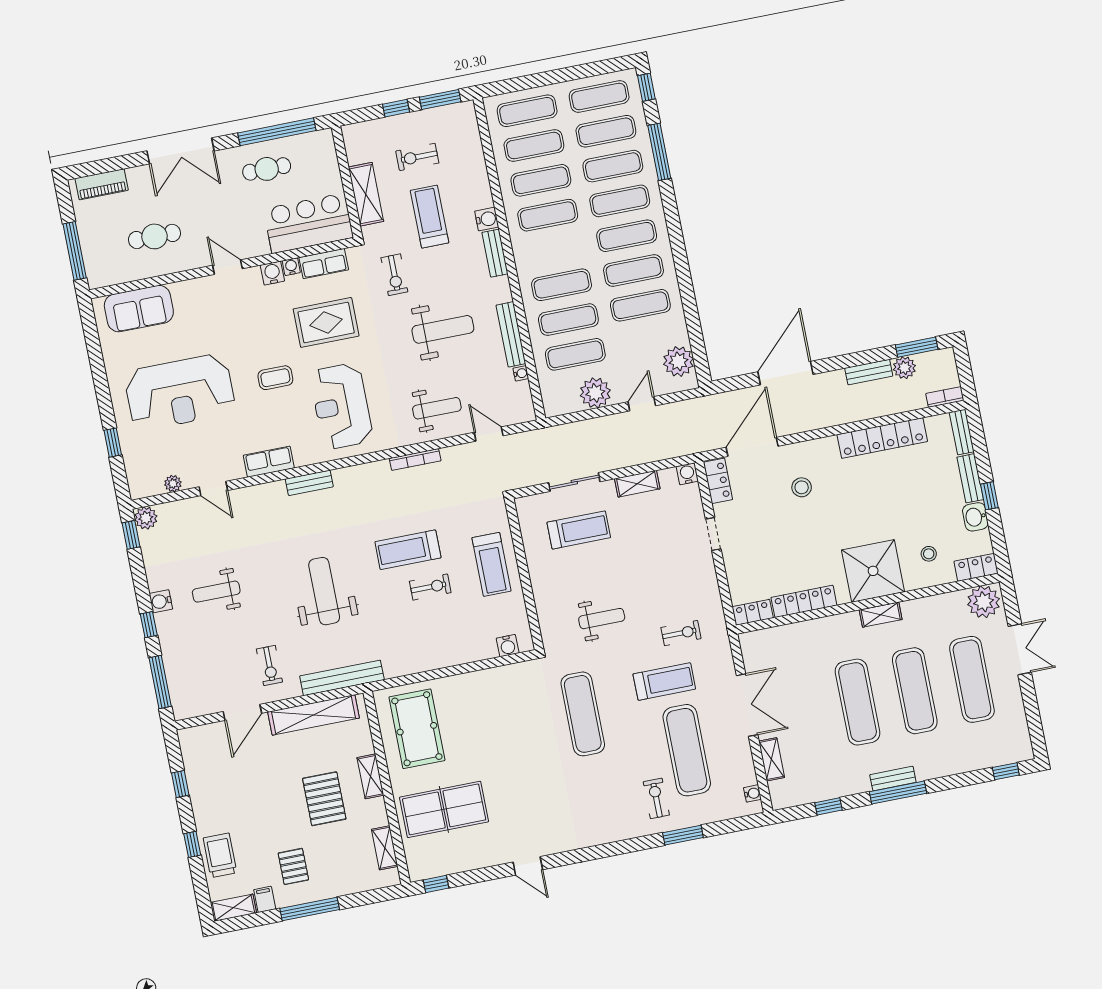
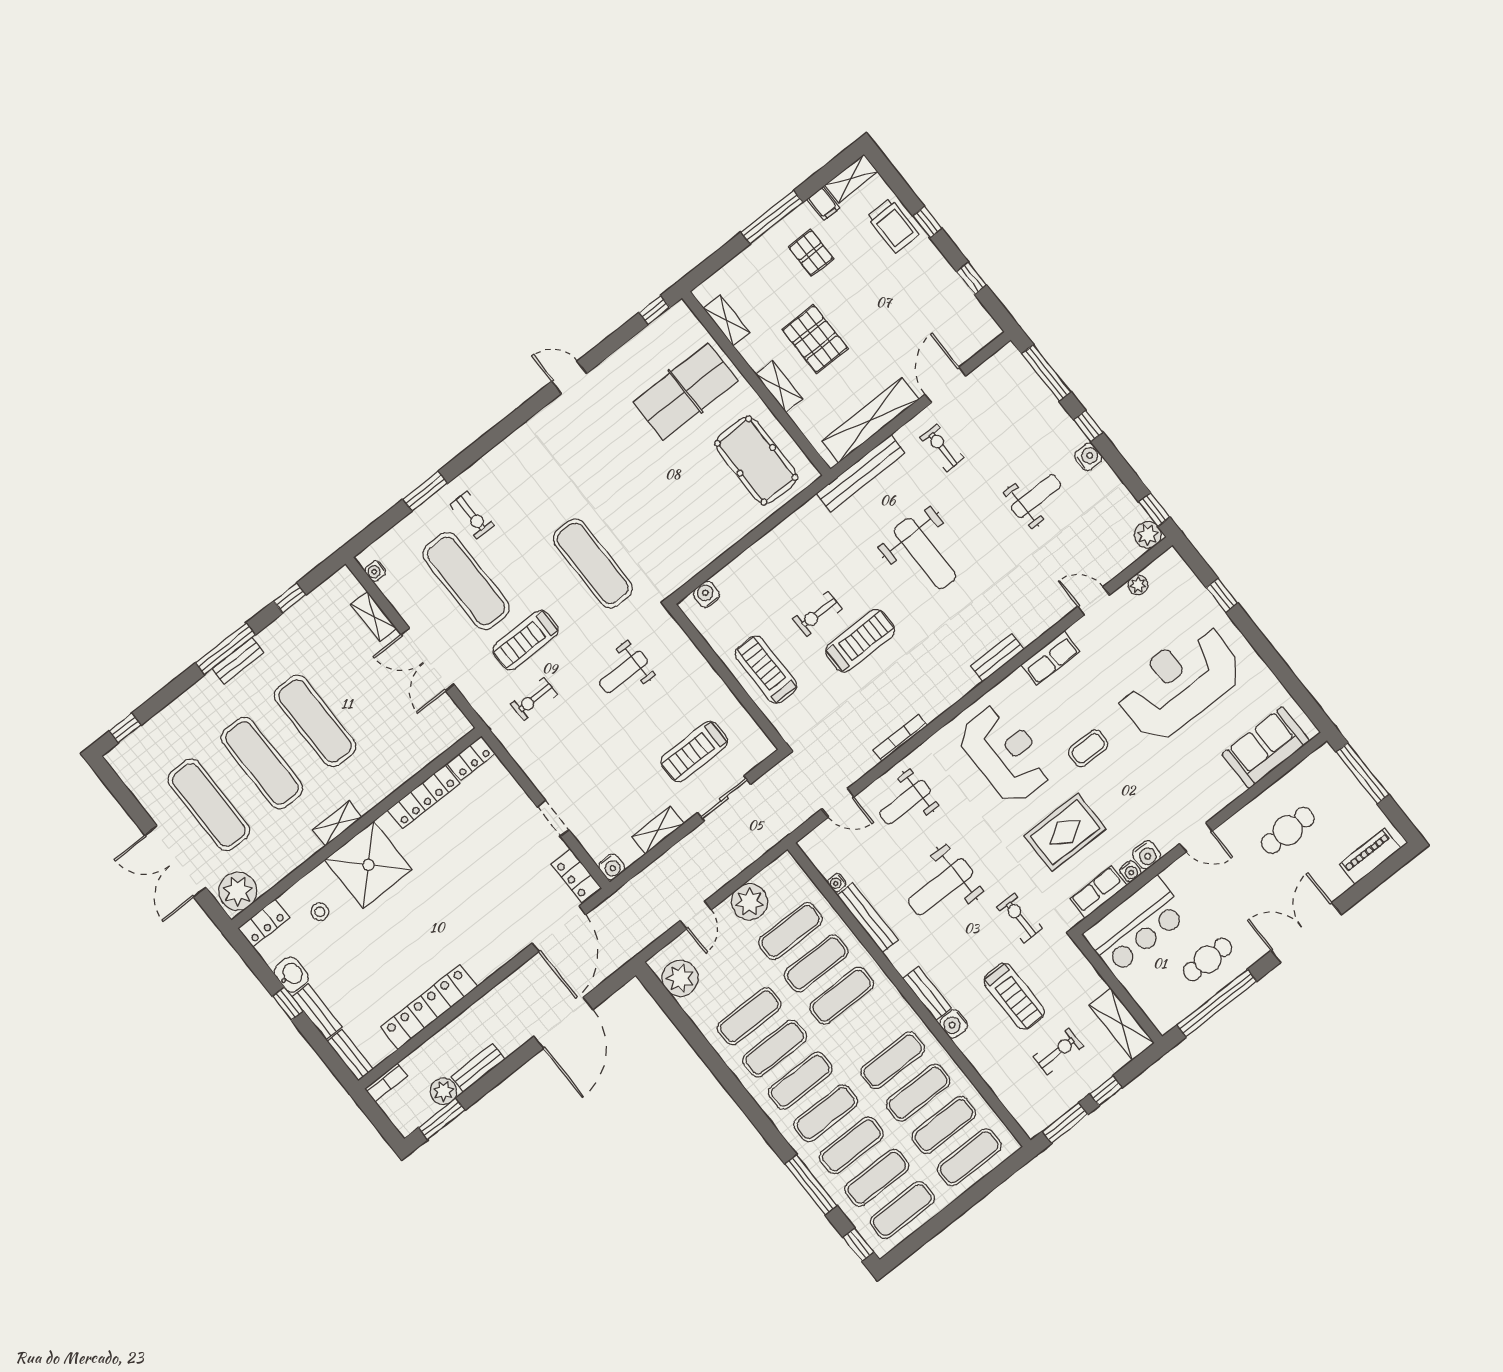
shelving: (366, 194) -> (1122, 1024), moved
stool: (802, 487) -> (486, 913), removed
double door: (1020, 649) -> (175, 861), width x1.37

